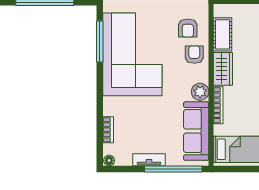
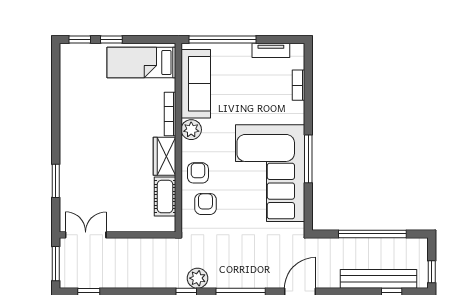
window: (100, 41) -> (308, 159), moved
armchair: (194, 55) -> (198, 173), turned 180
floor lamp: (109, 160) -> (297, 49), removed
tv unit: (149, 160) -> (271, 50), moved

